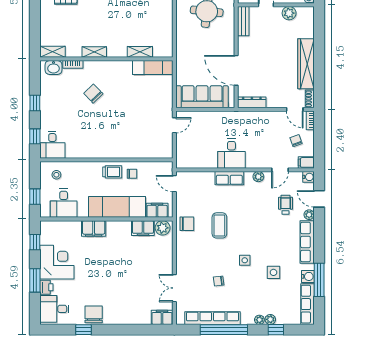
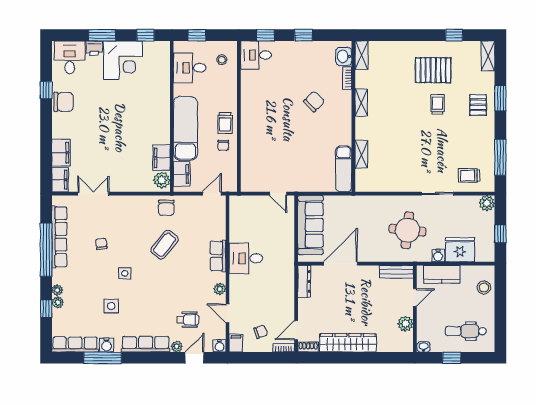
coffee table: (219, 225) -> (164, 245), turned -51
filing cabinet: (94, 229) -> (61, 153), moved, turned 180

